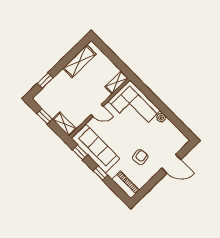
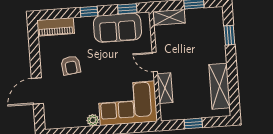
window: (114, 58) -> (193, 123), added
shelving: (117, 82) -> (165, 88), moved
door: (97, 110) -> (155, 62), hinge flipped
sofa: (96, 149) -> (117, 28), width x0.73

